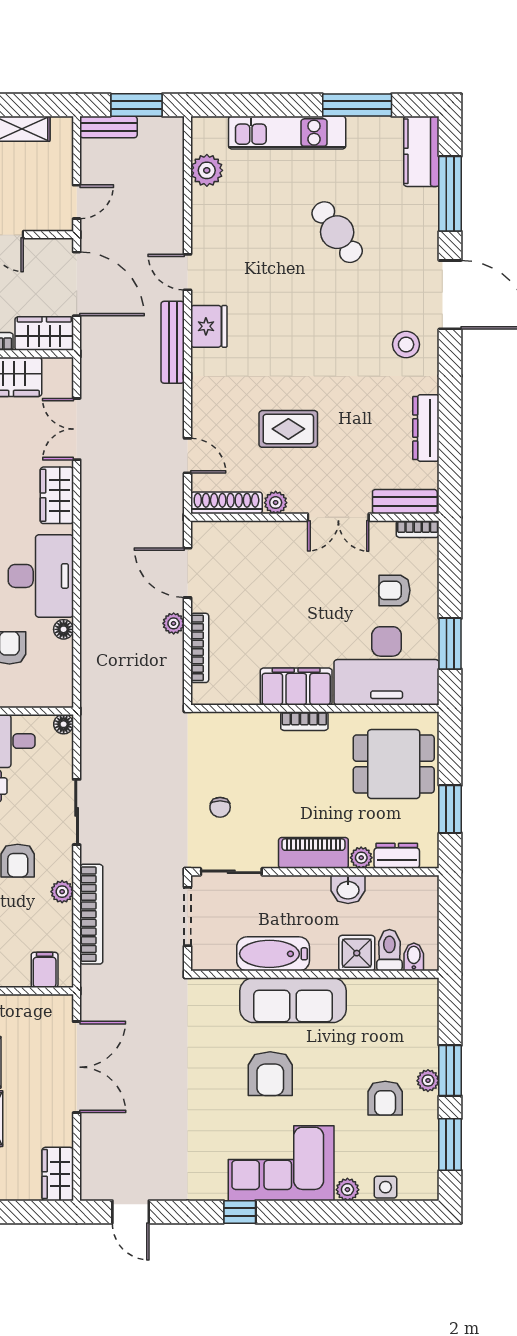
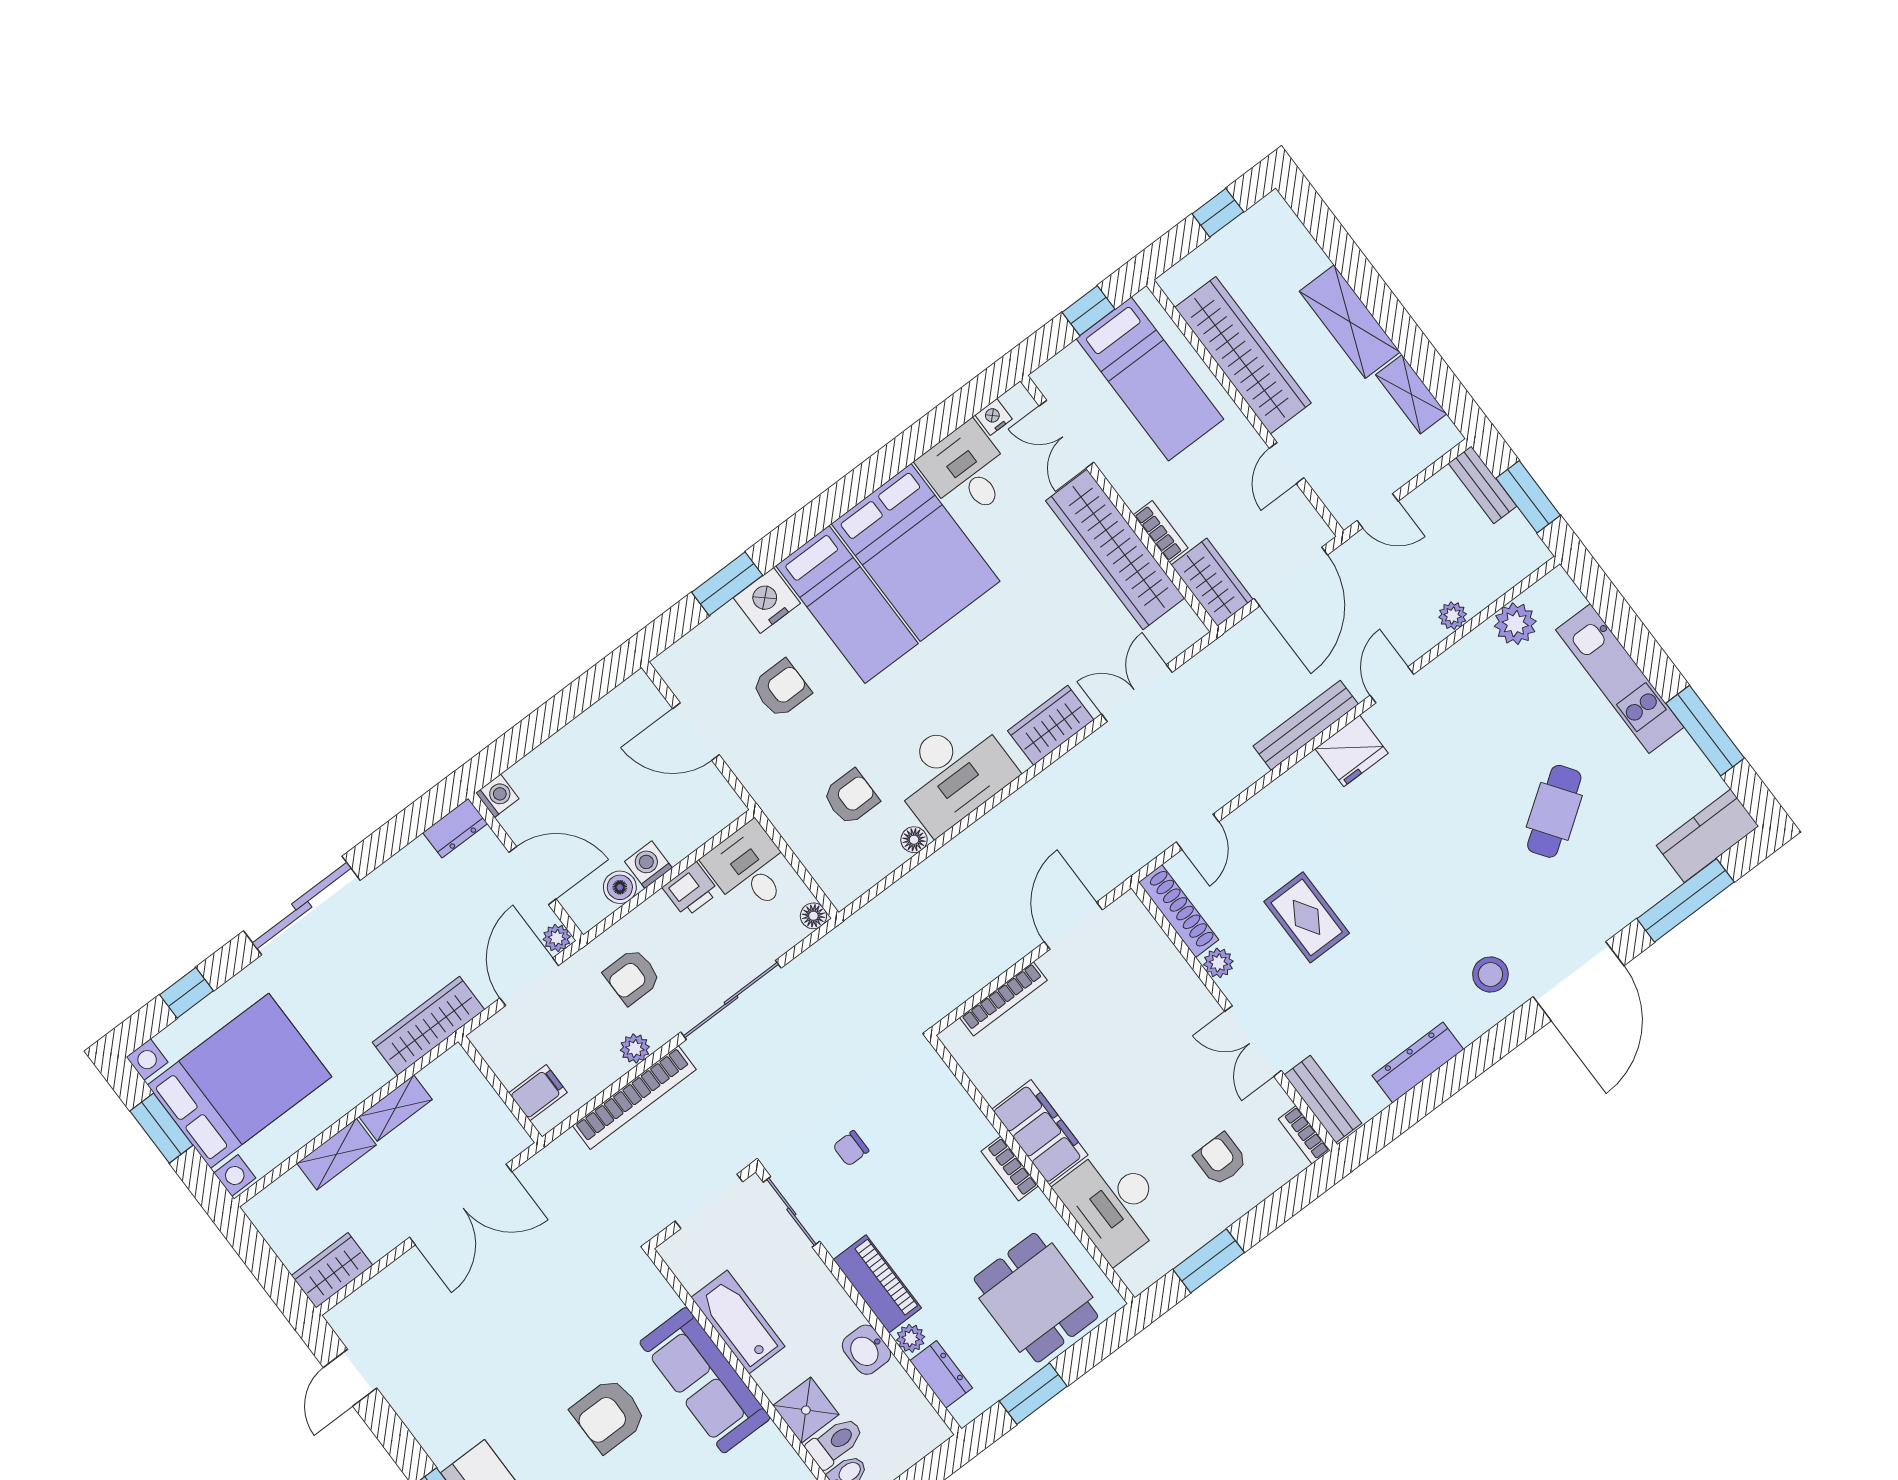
plant: (174, 623) -> (1453, 616), moved
desk: (387, 666) -> (1113, 1204), width x0.73, depth x0.77
sliding door: (77, 812) -> (731, 1000), width x1.37

